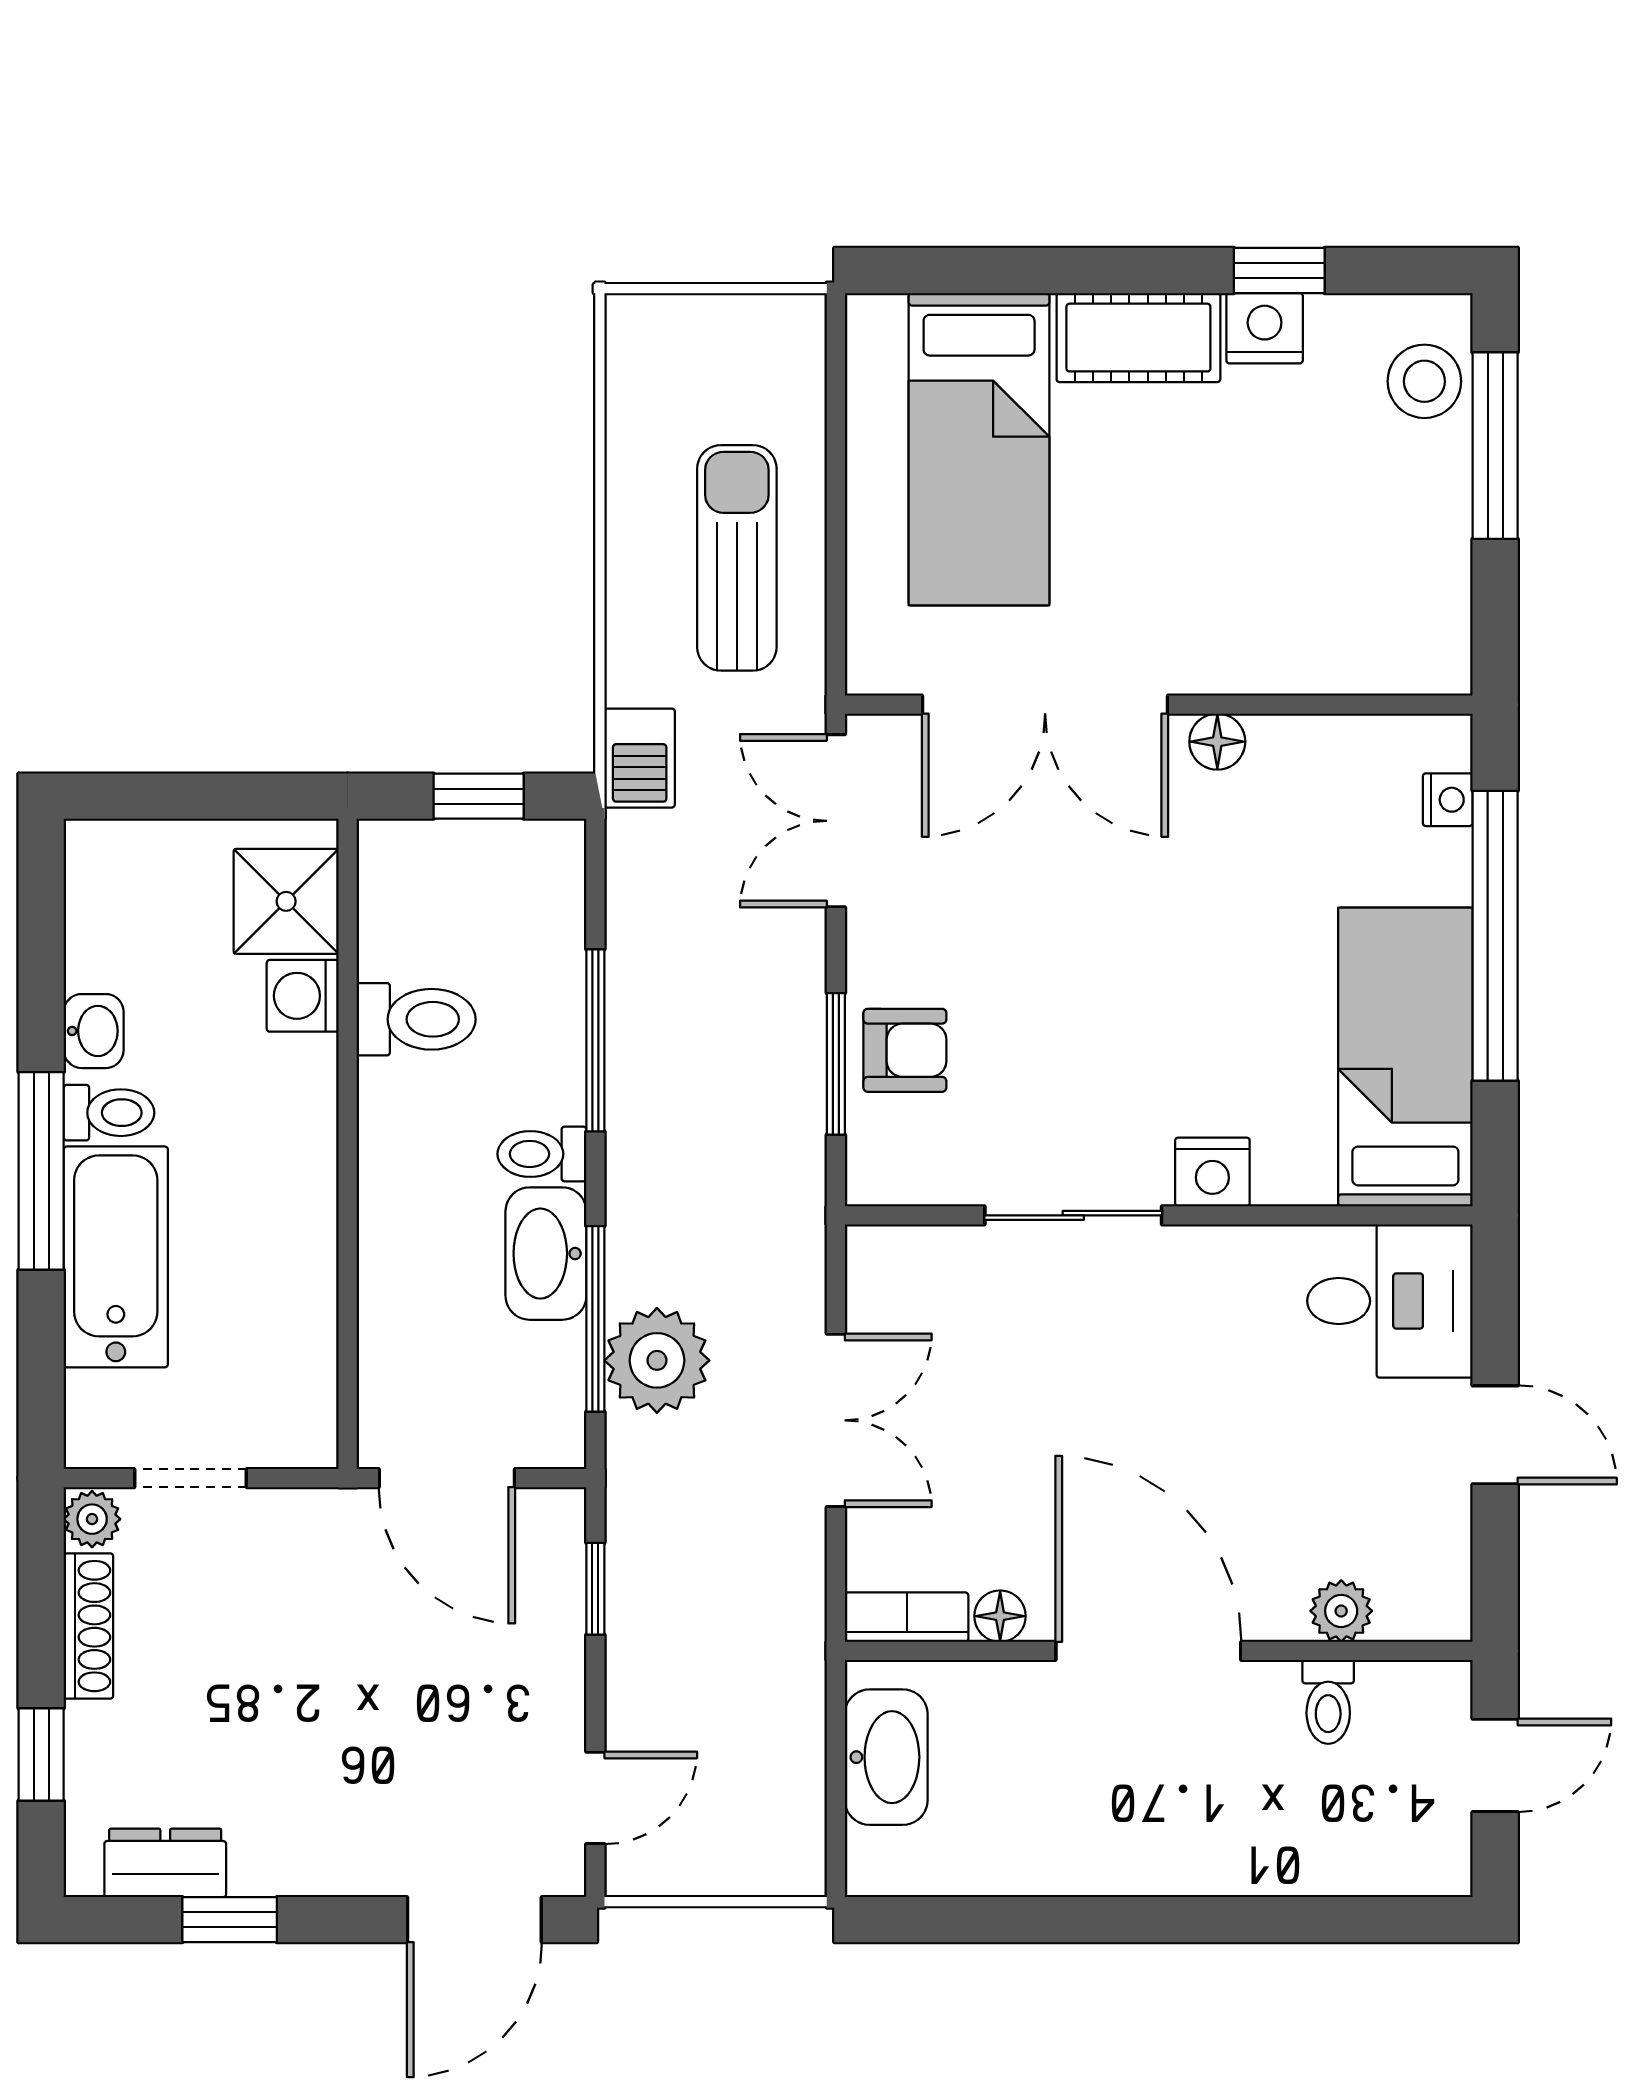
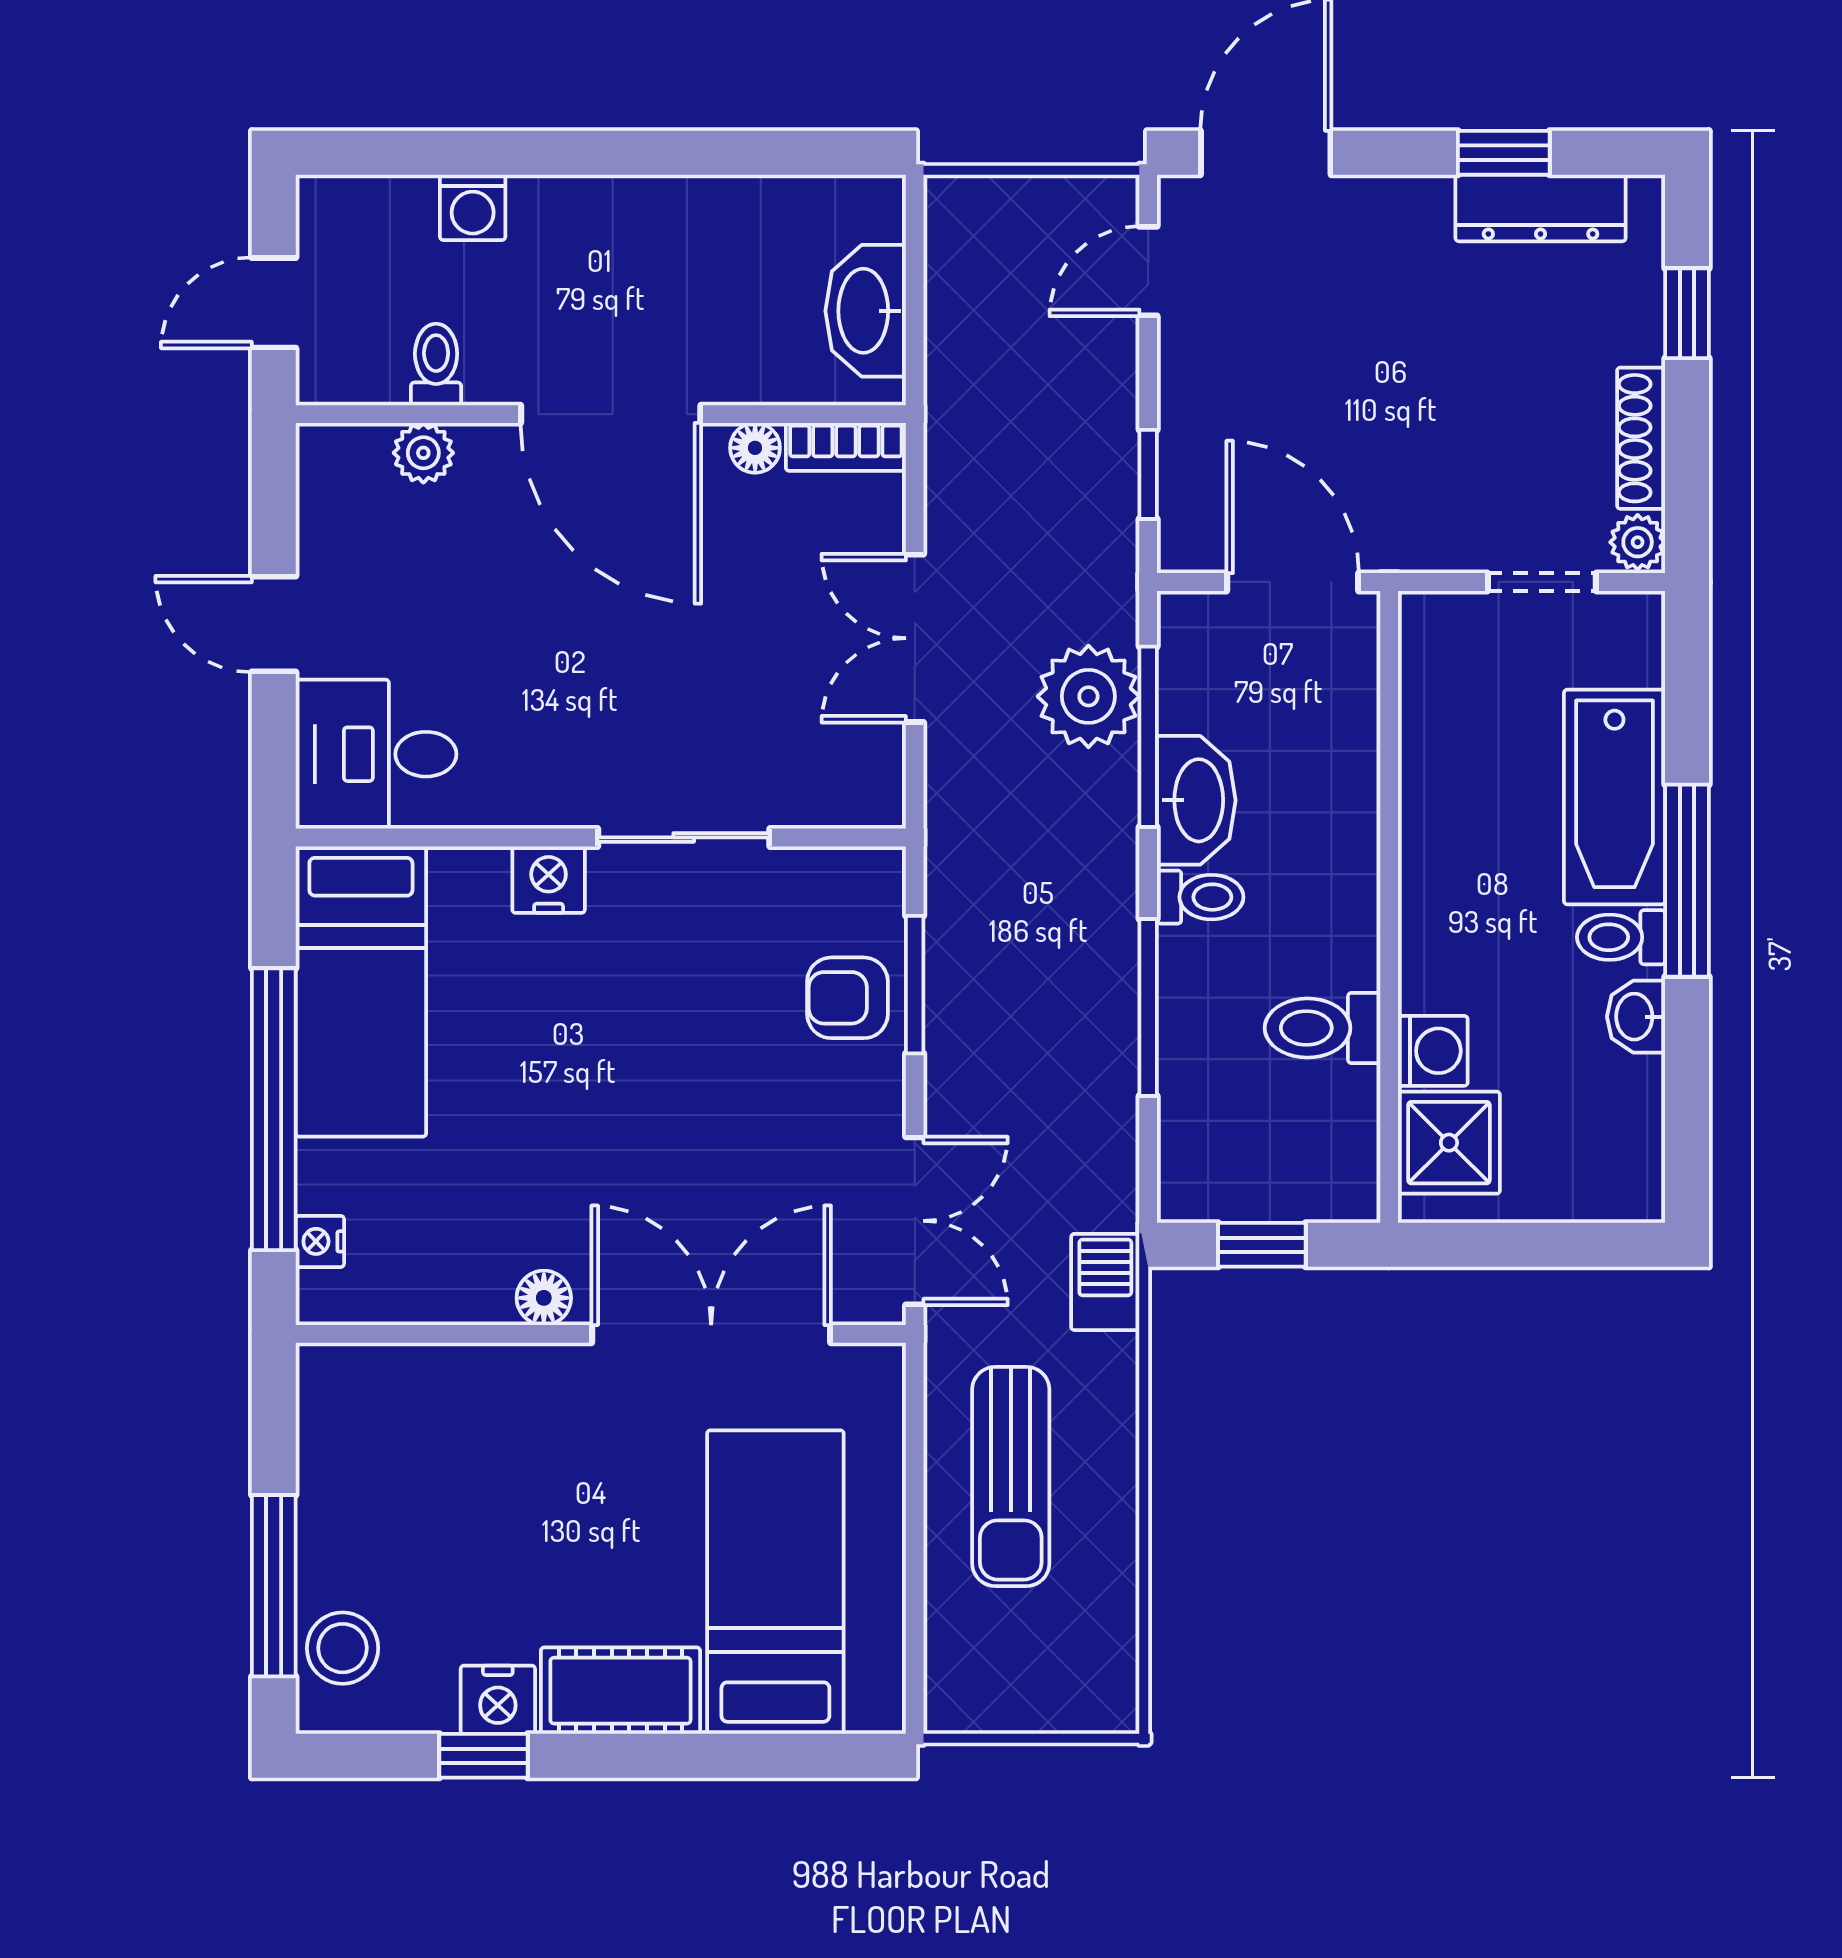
dresser: (165, 1863) -> (1541, 208), width x1.44
washing machine: (1290, 1864) -> (473, 207), added

